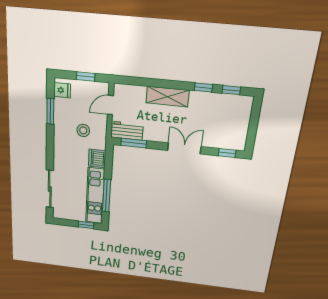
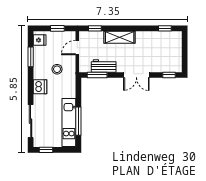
window: (203, 87) -> (95, 28), moved
workbench: (127, 131) -> (104, 66), moved
double door: (184, 148) -> (136, 75), swing flipped
dishwasher: (97, 158) -> (40, 87), moved, turned 180
window: (86, 225) -> (46, 150), moved

